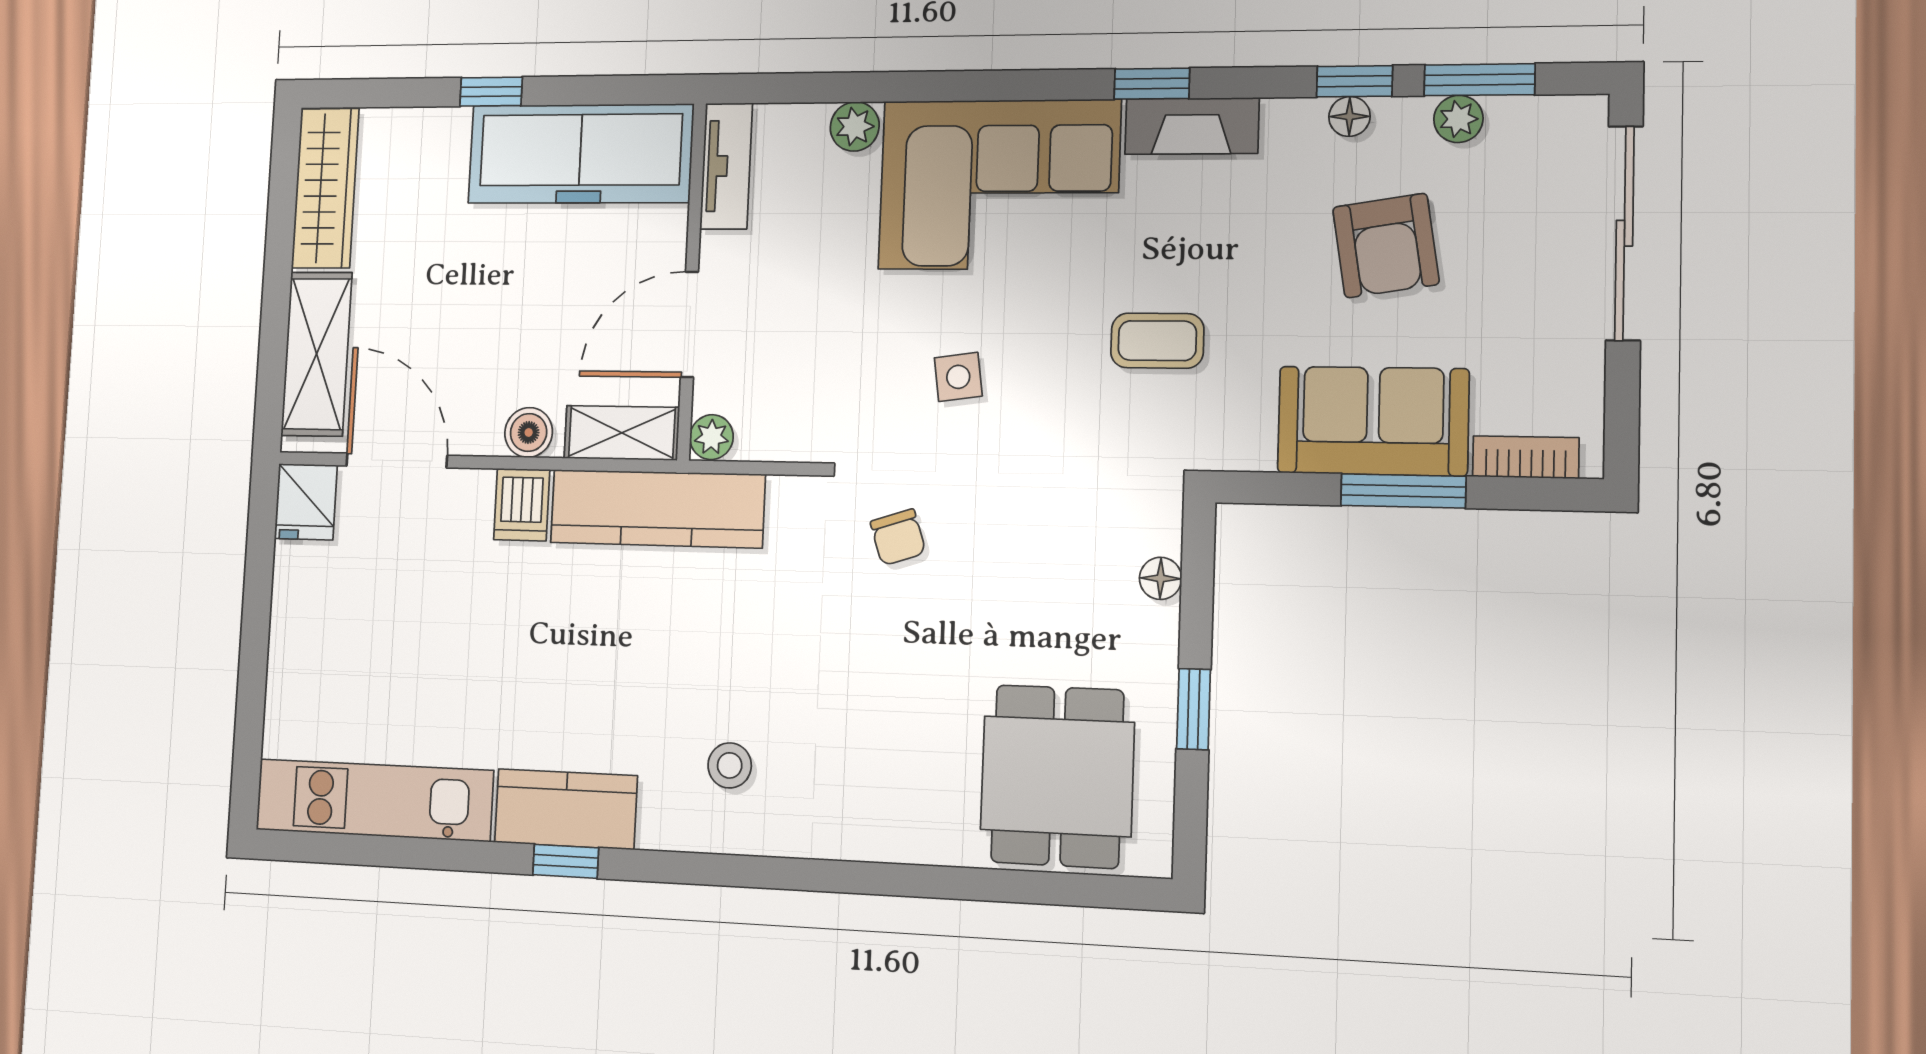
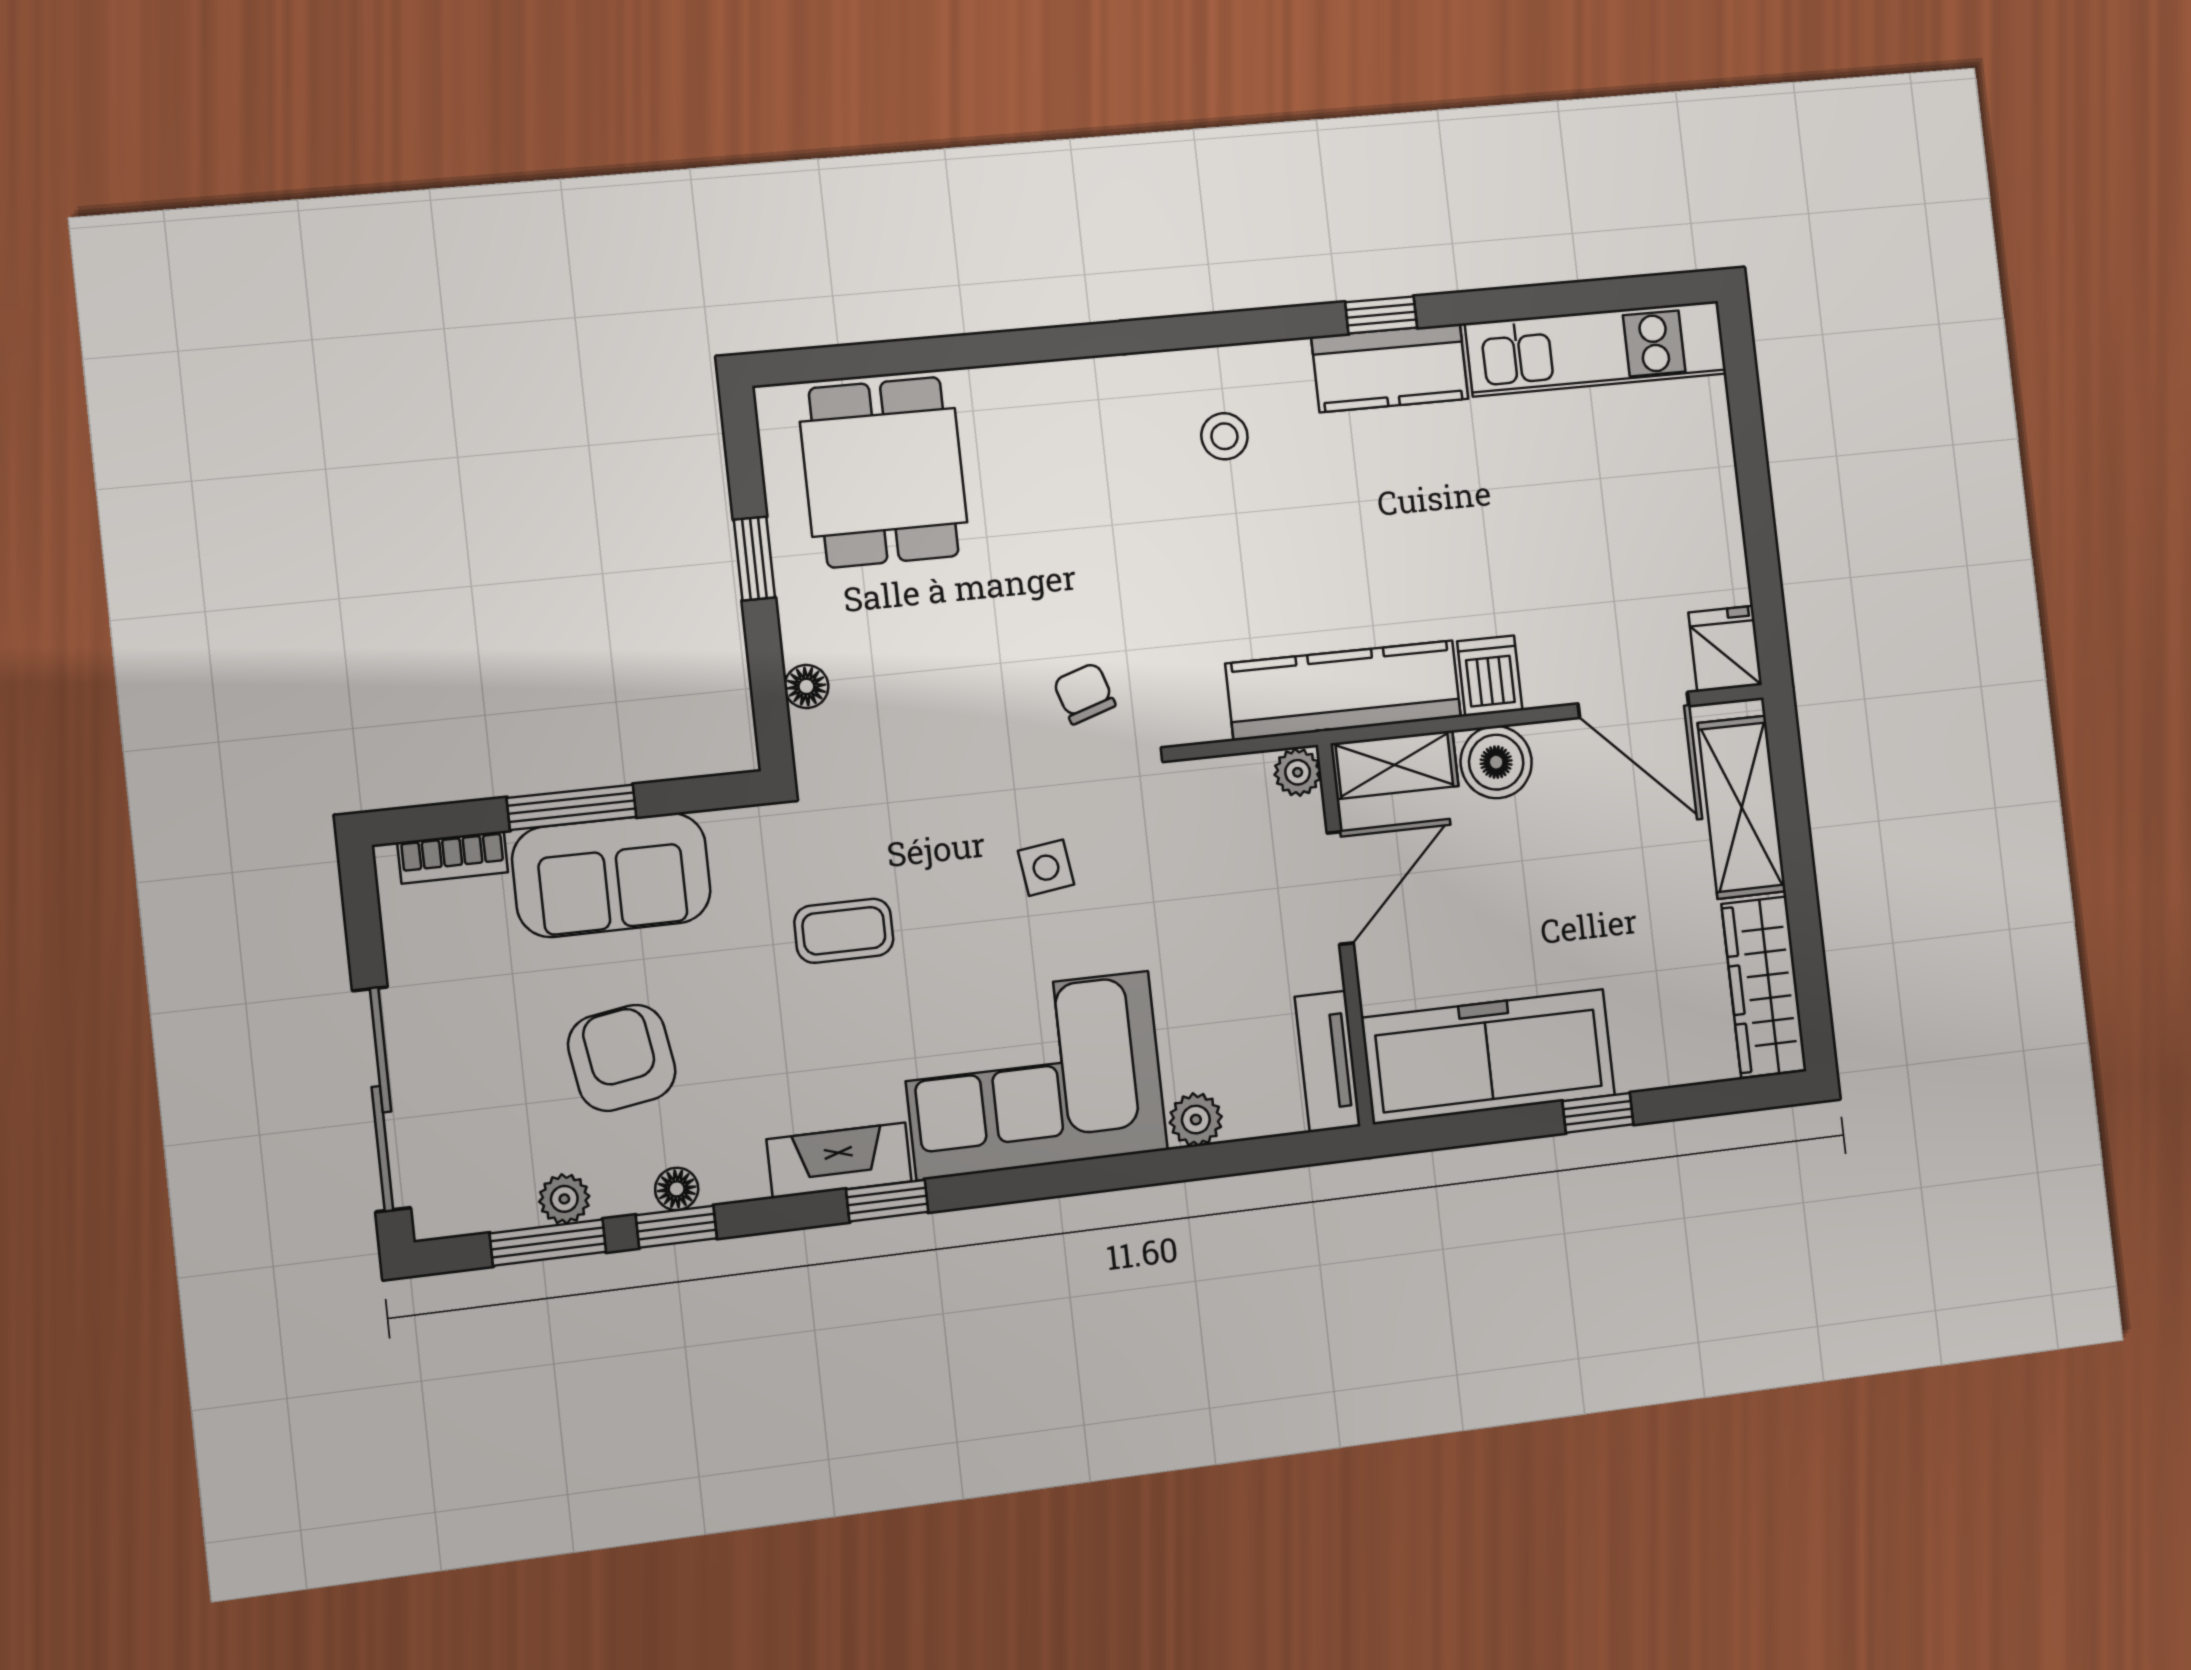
boiler: (529, 432) -> (1496, 762), width x1.36, depth x1.36

